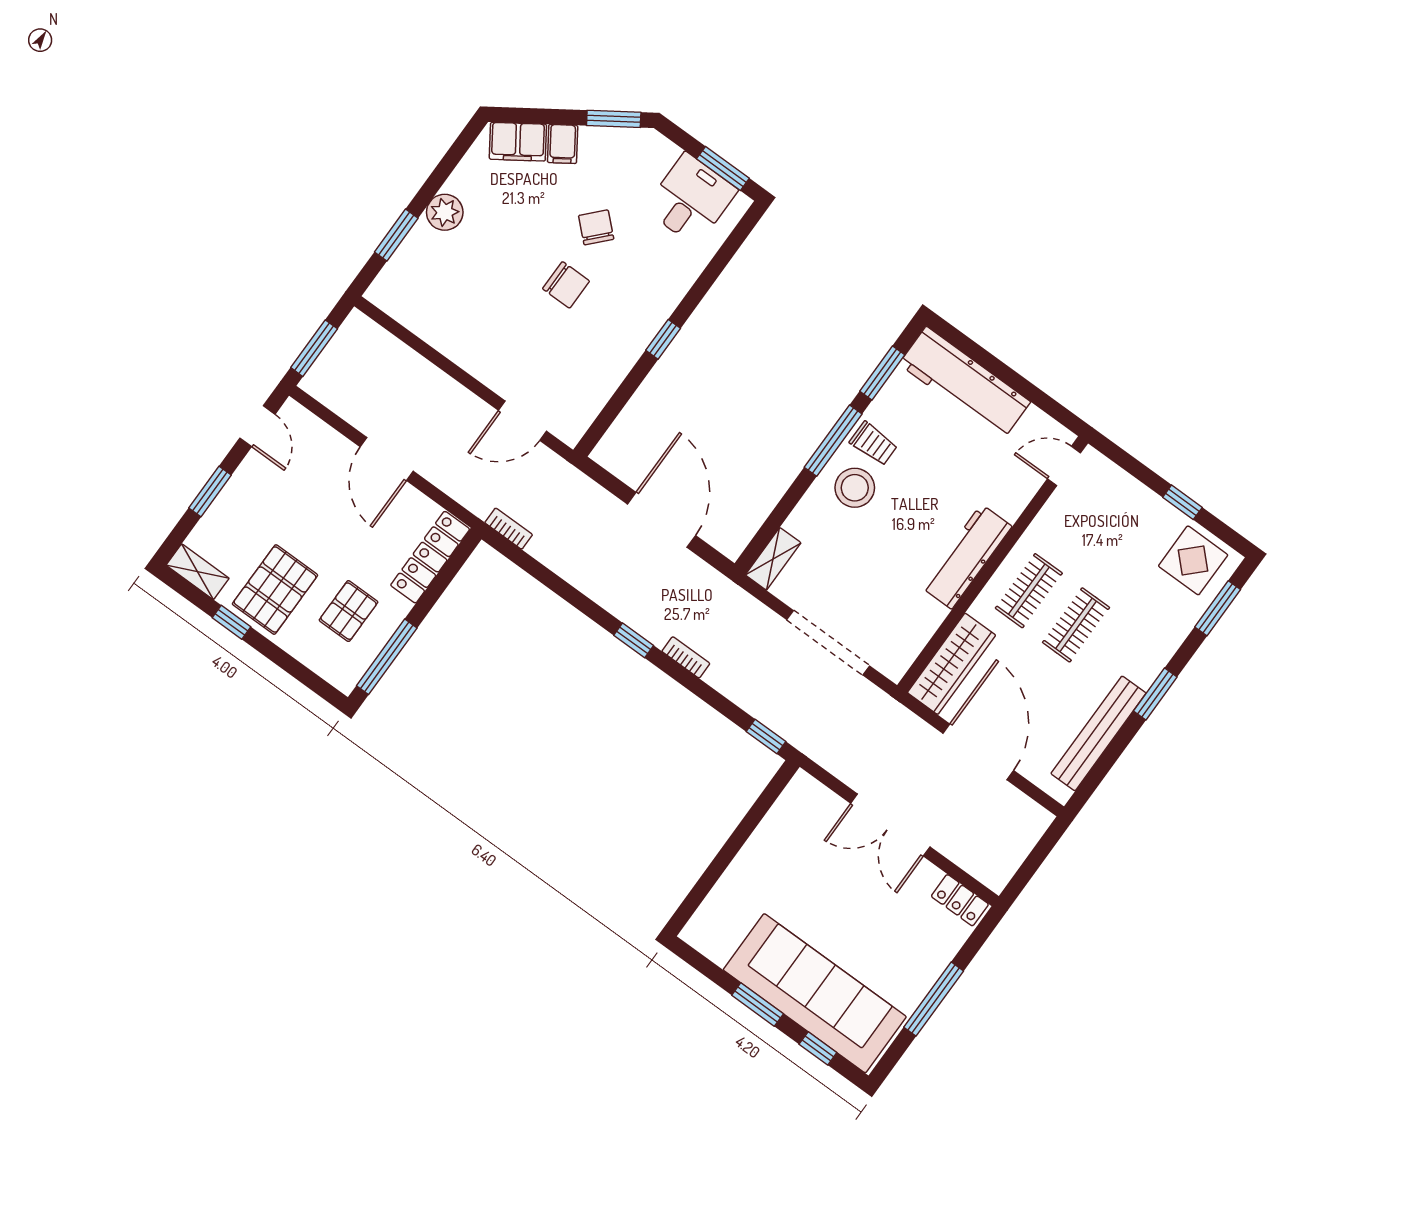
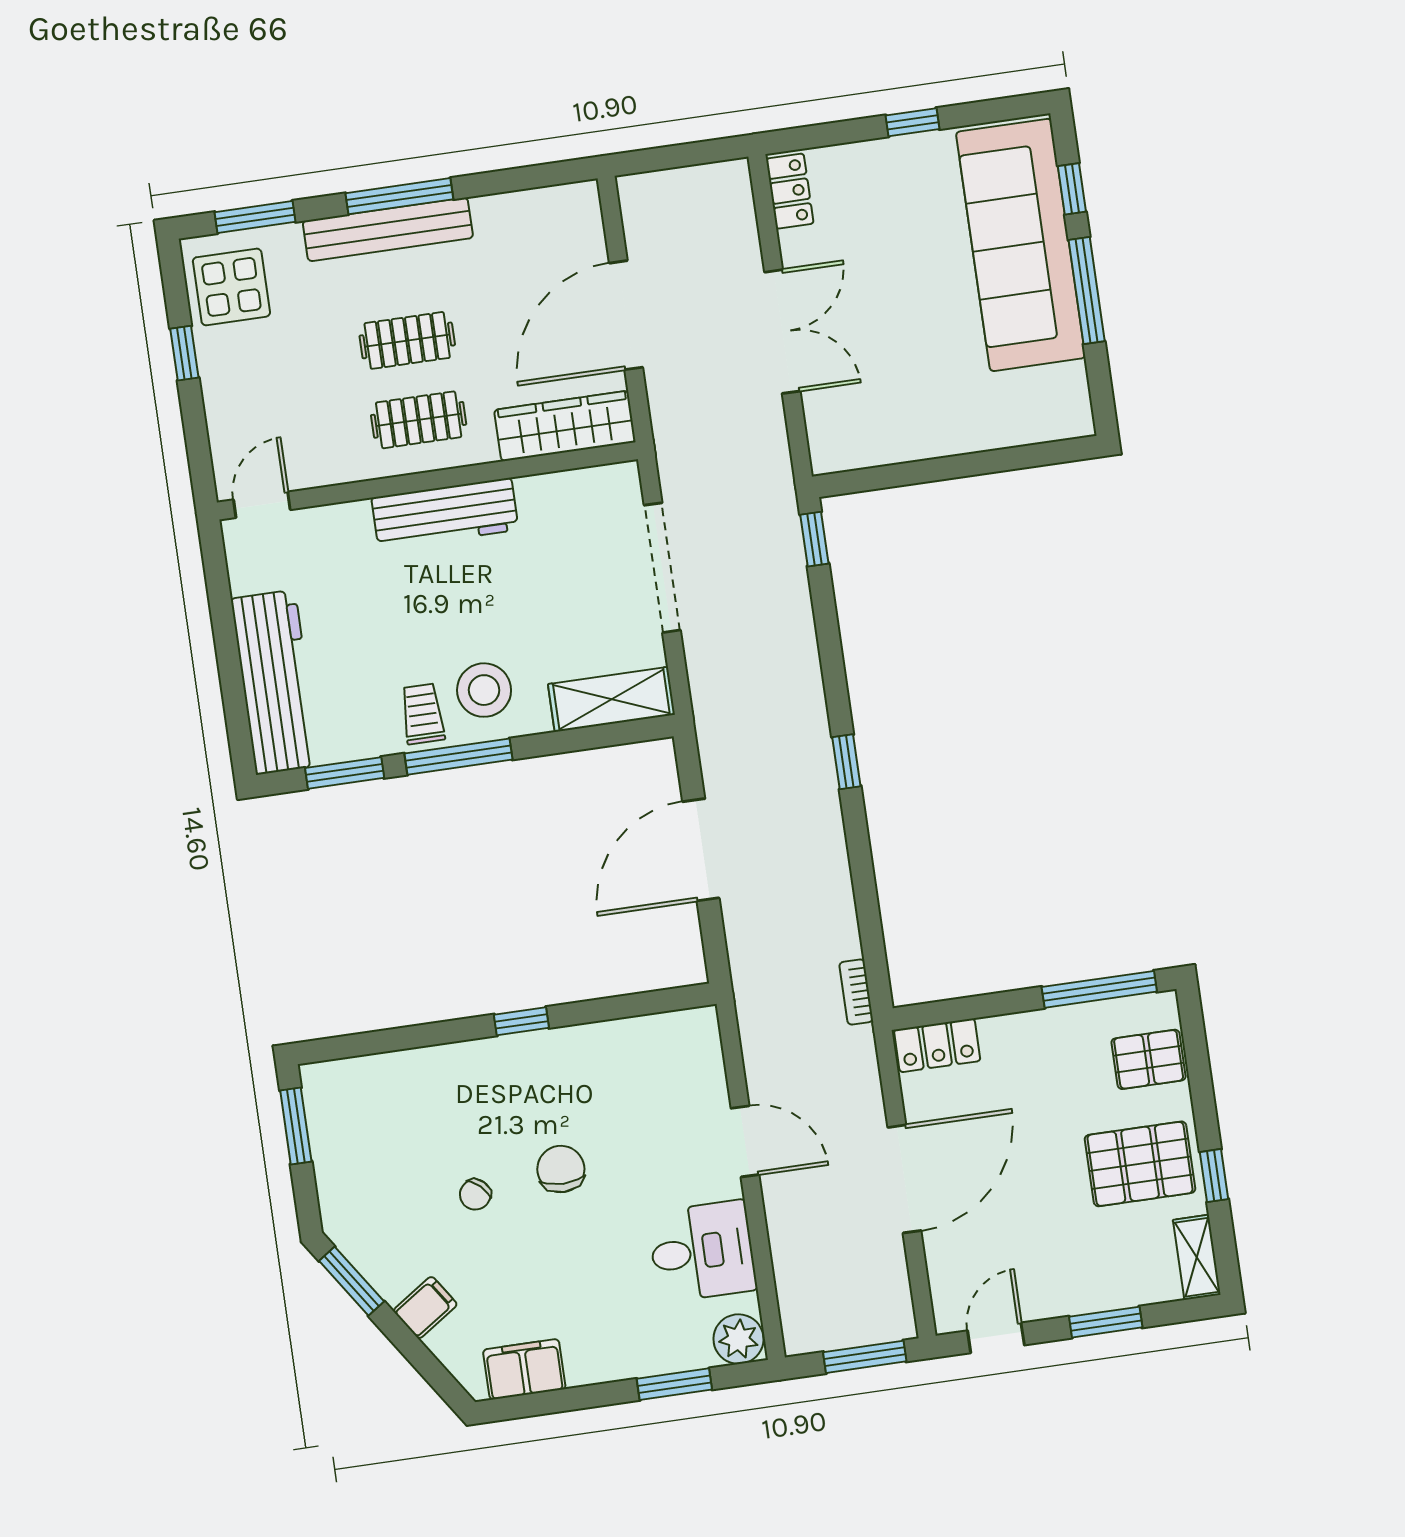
filing cabinet: (518, 142) -> (524, 1369), moved, turned -56
desk: (691, 199) -> (702, 1251), moved, turned 180
plant: (445, 212) -> (739, 1339), moved
chair: (596, 227) -> (475, 1195), width x0.73, depth x0.73
door: (523, 421) -> (745, 1141), moved
door: (387, 459) -> (904, 1179), width x1.36
door: (1064, 466) -> (262, 505), swing flipped
locker: (430, 557) -> (937, 1045), width x0.66
shelving: (773, 559) -> (611, 699), width x1.50, depth x1.33
pallet: (348, 611) -> (1149, 1059), moved
bookcase: (686, 657) -> (813, 694), removed
window: (1155, 694) -> (399, 196), width x1.44
bench: (1098, 733) -> (388, 229), moved
window: (934, 999) -> (913, 122), width x0.46
window: (758, 1004) -> (1087, 291), width x1.44

